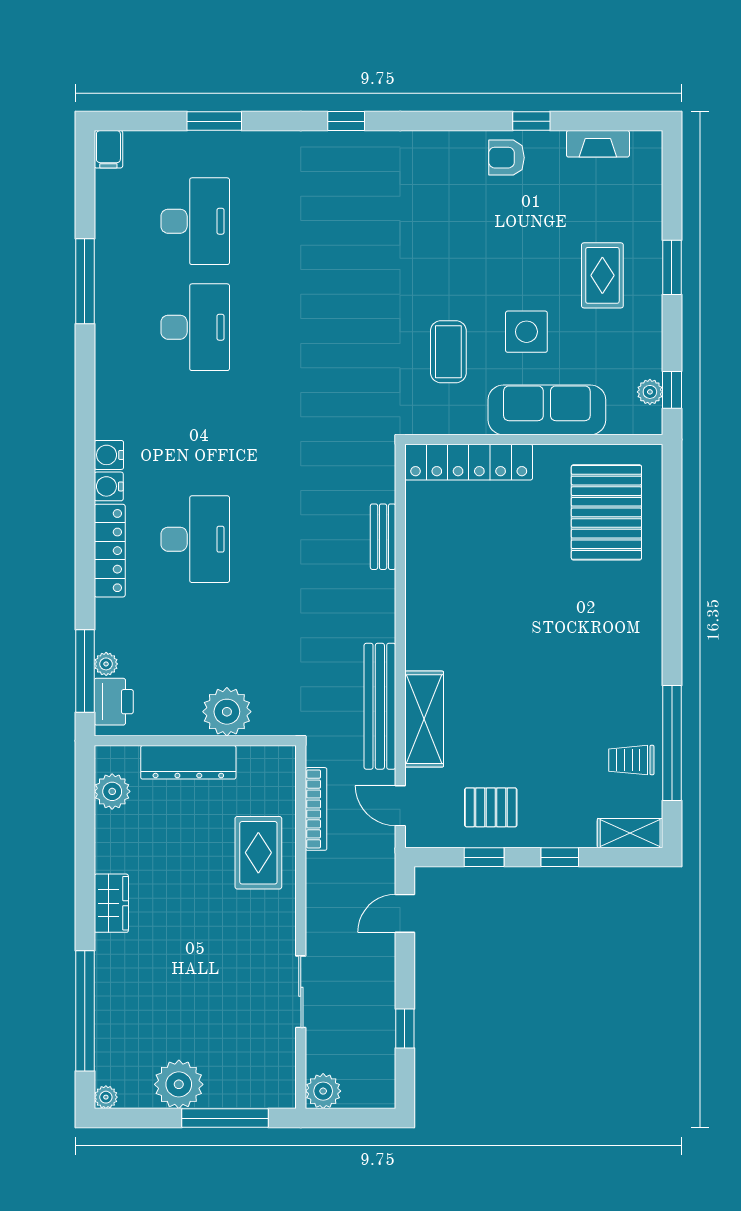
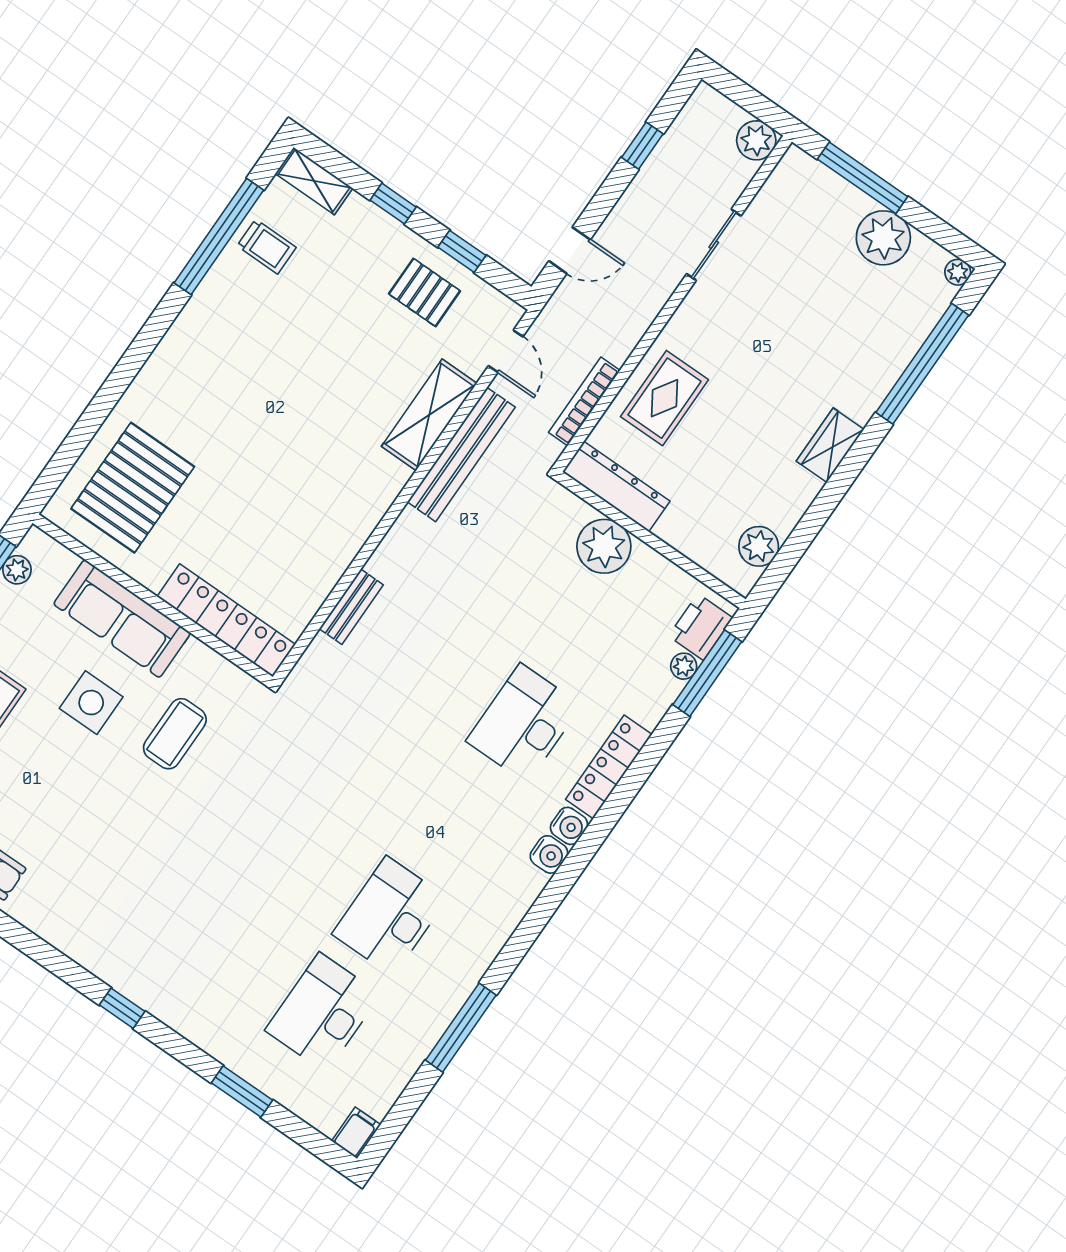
dresser: (188, 762) -> (616, 487), moved

